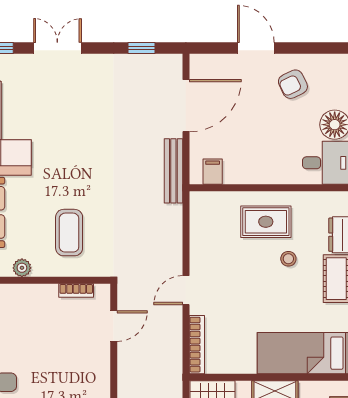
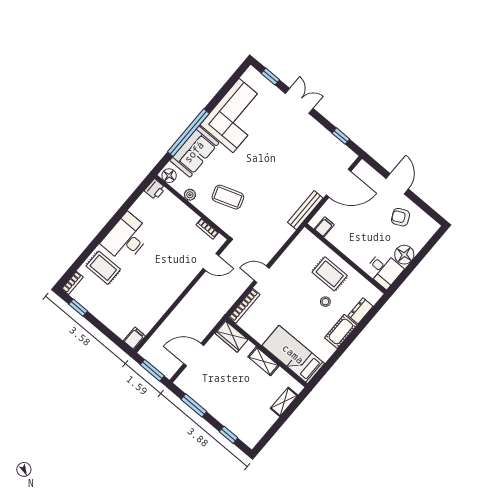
coffee table: (69, 233) -> (228, 197), turned 71

